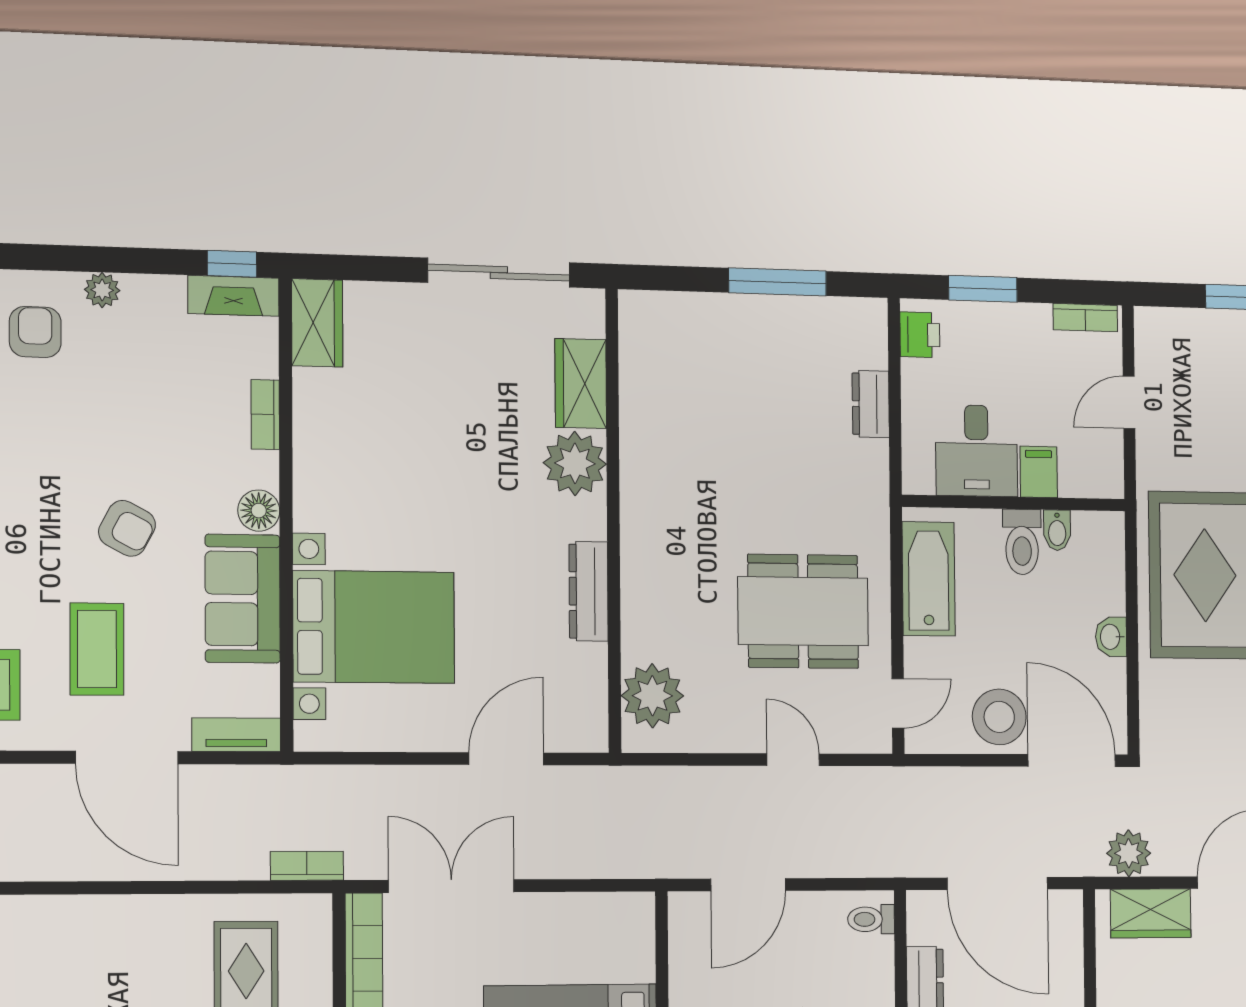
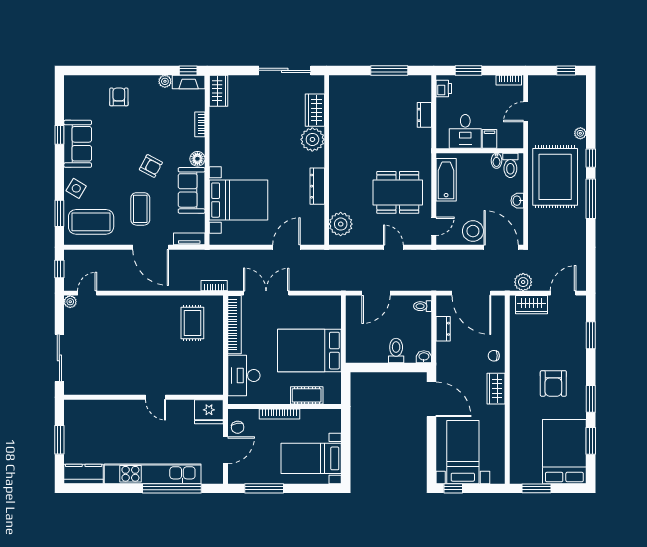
plant: (102, 290) -> (165, 81), moved
toilet: (1022, 542) -> (510, 165), moved

